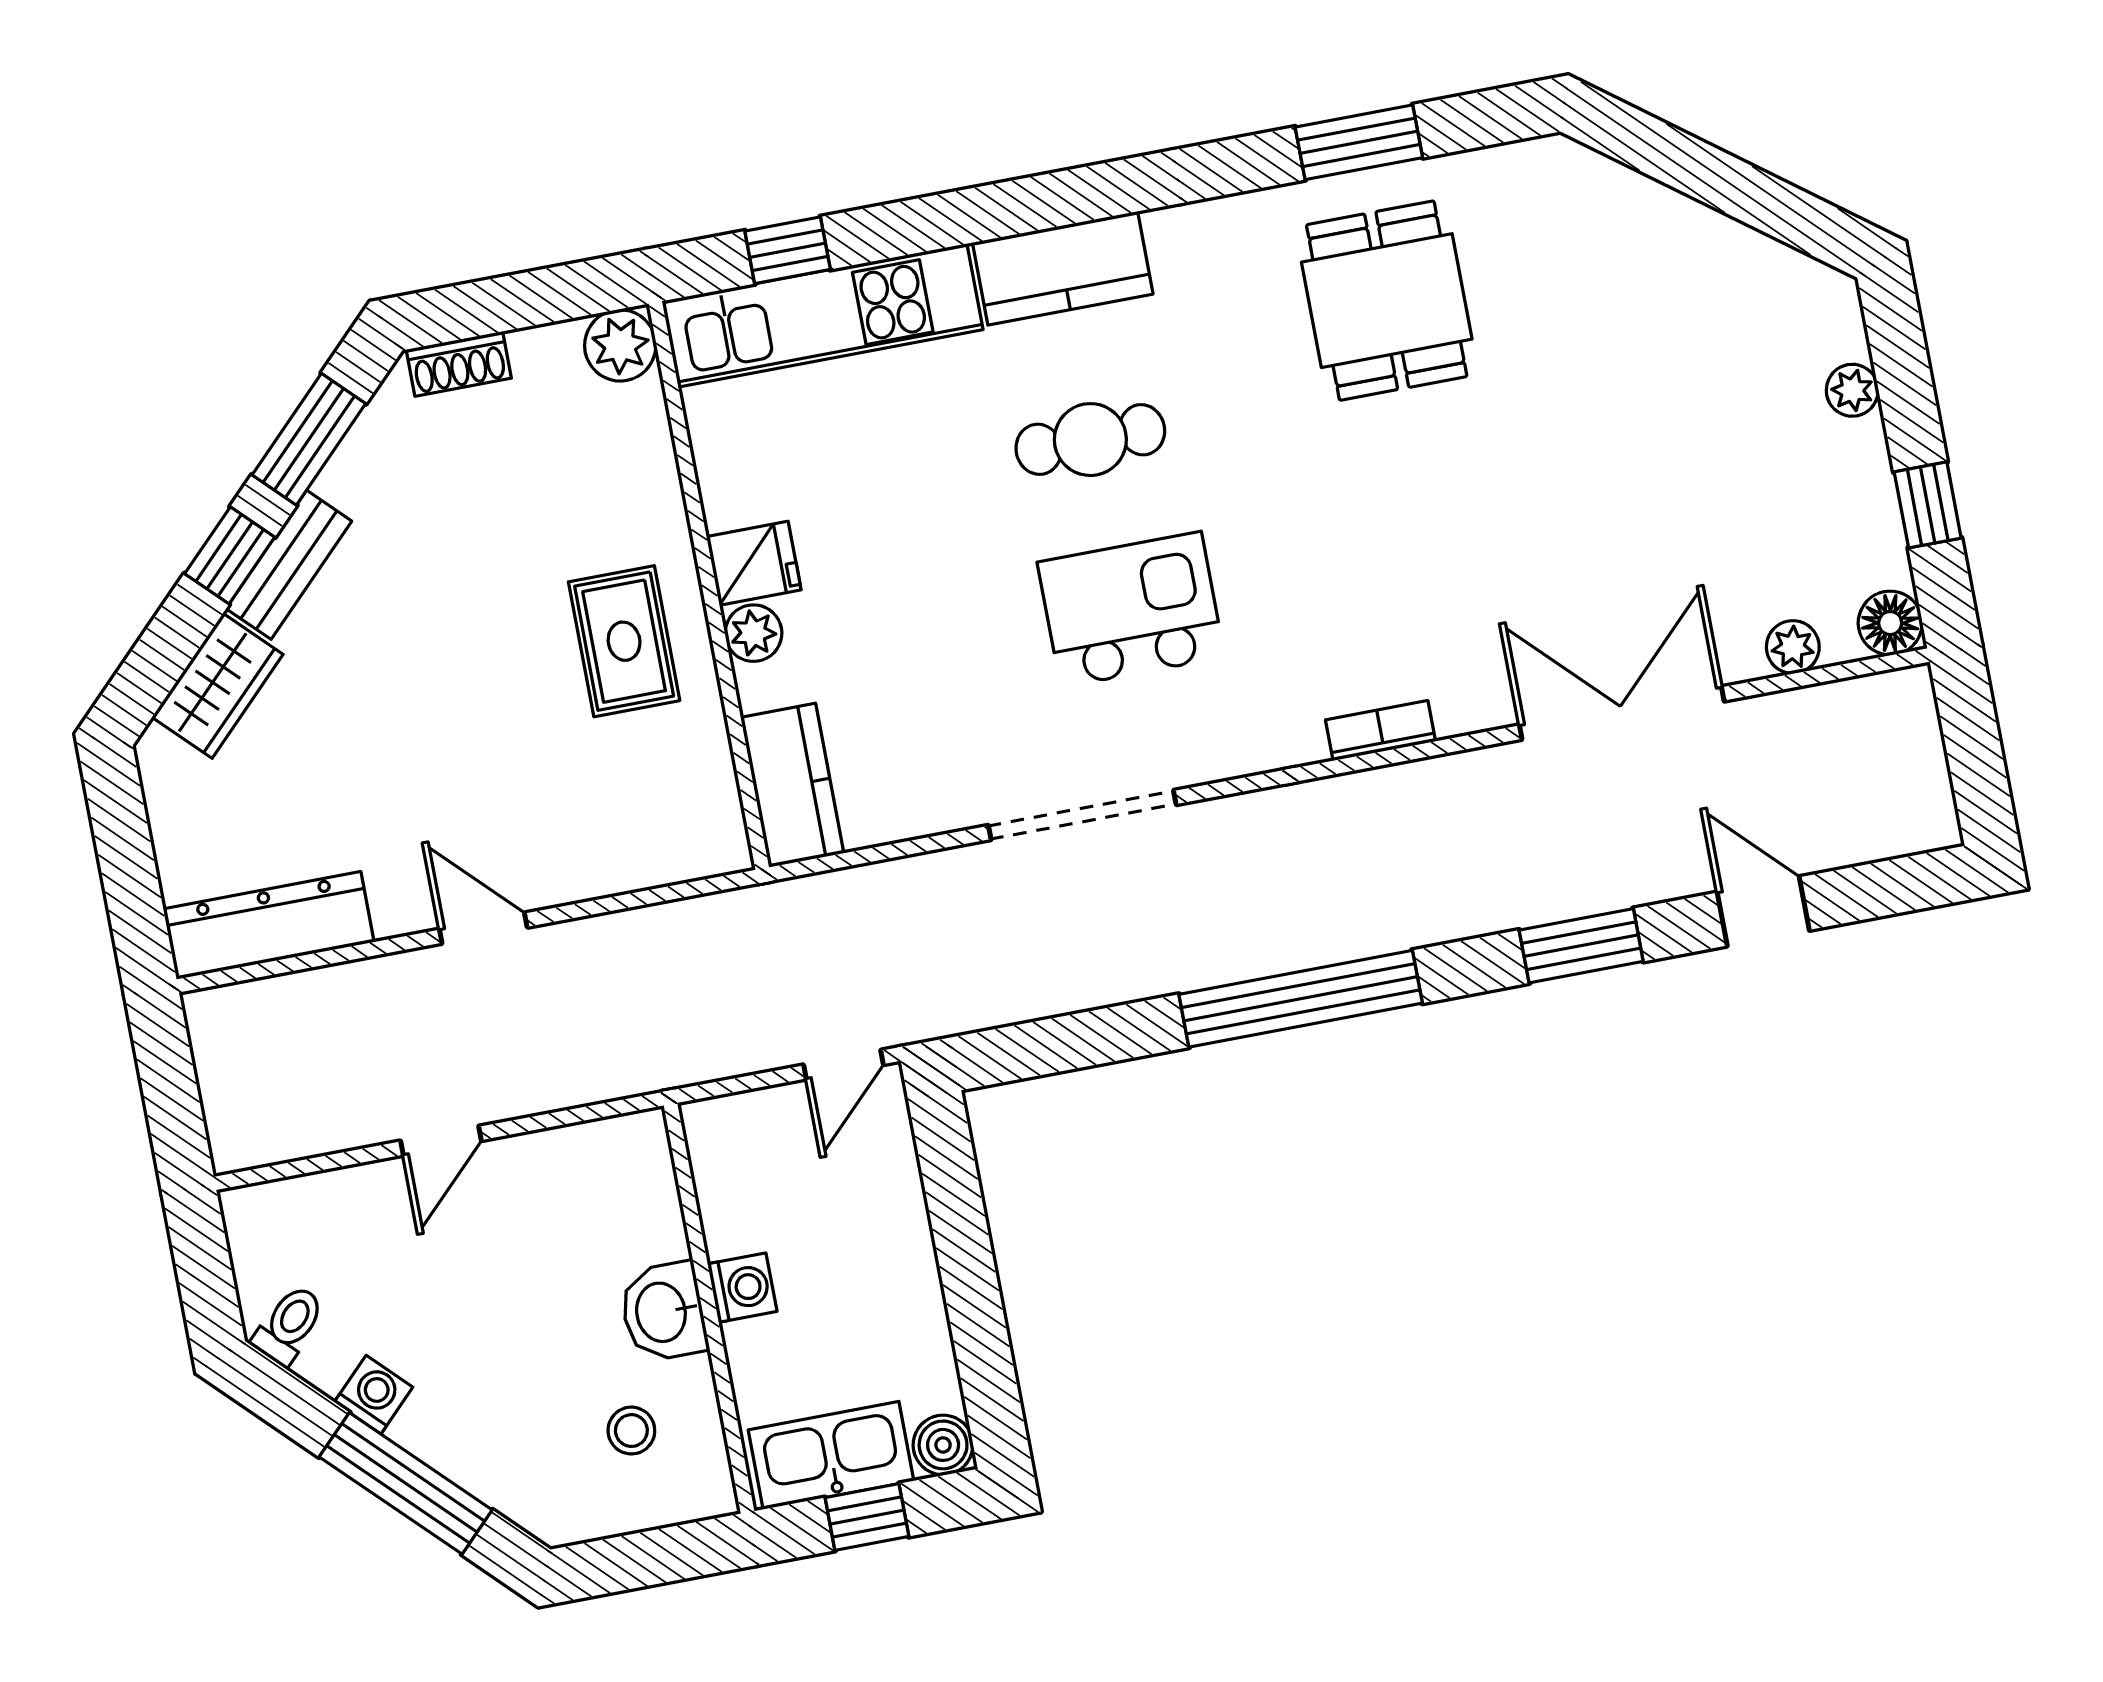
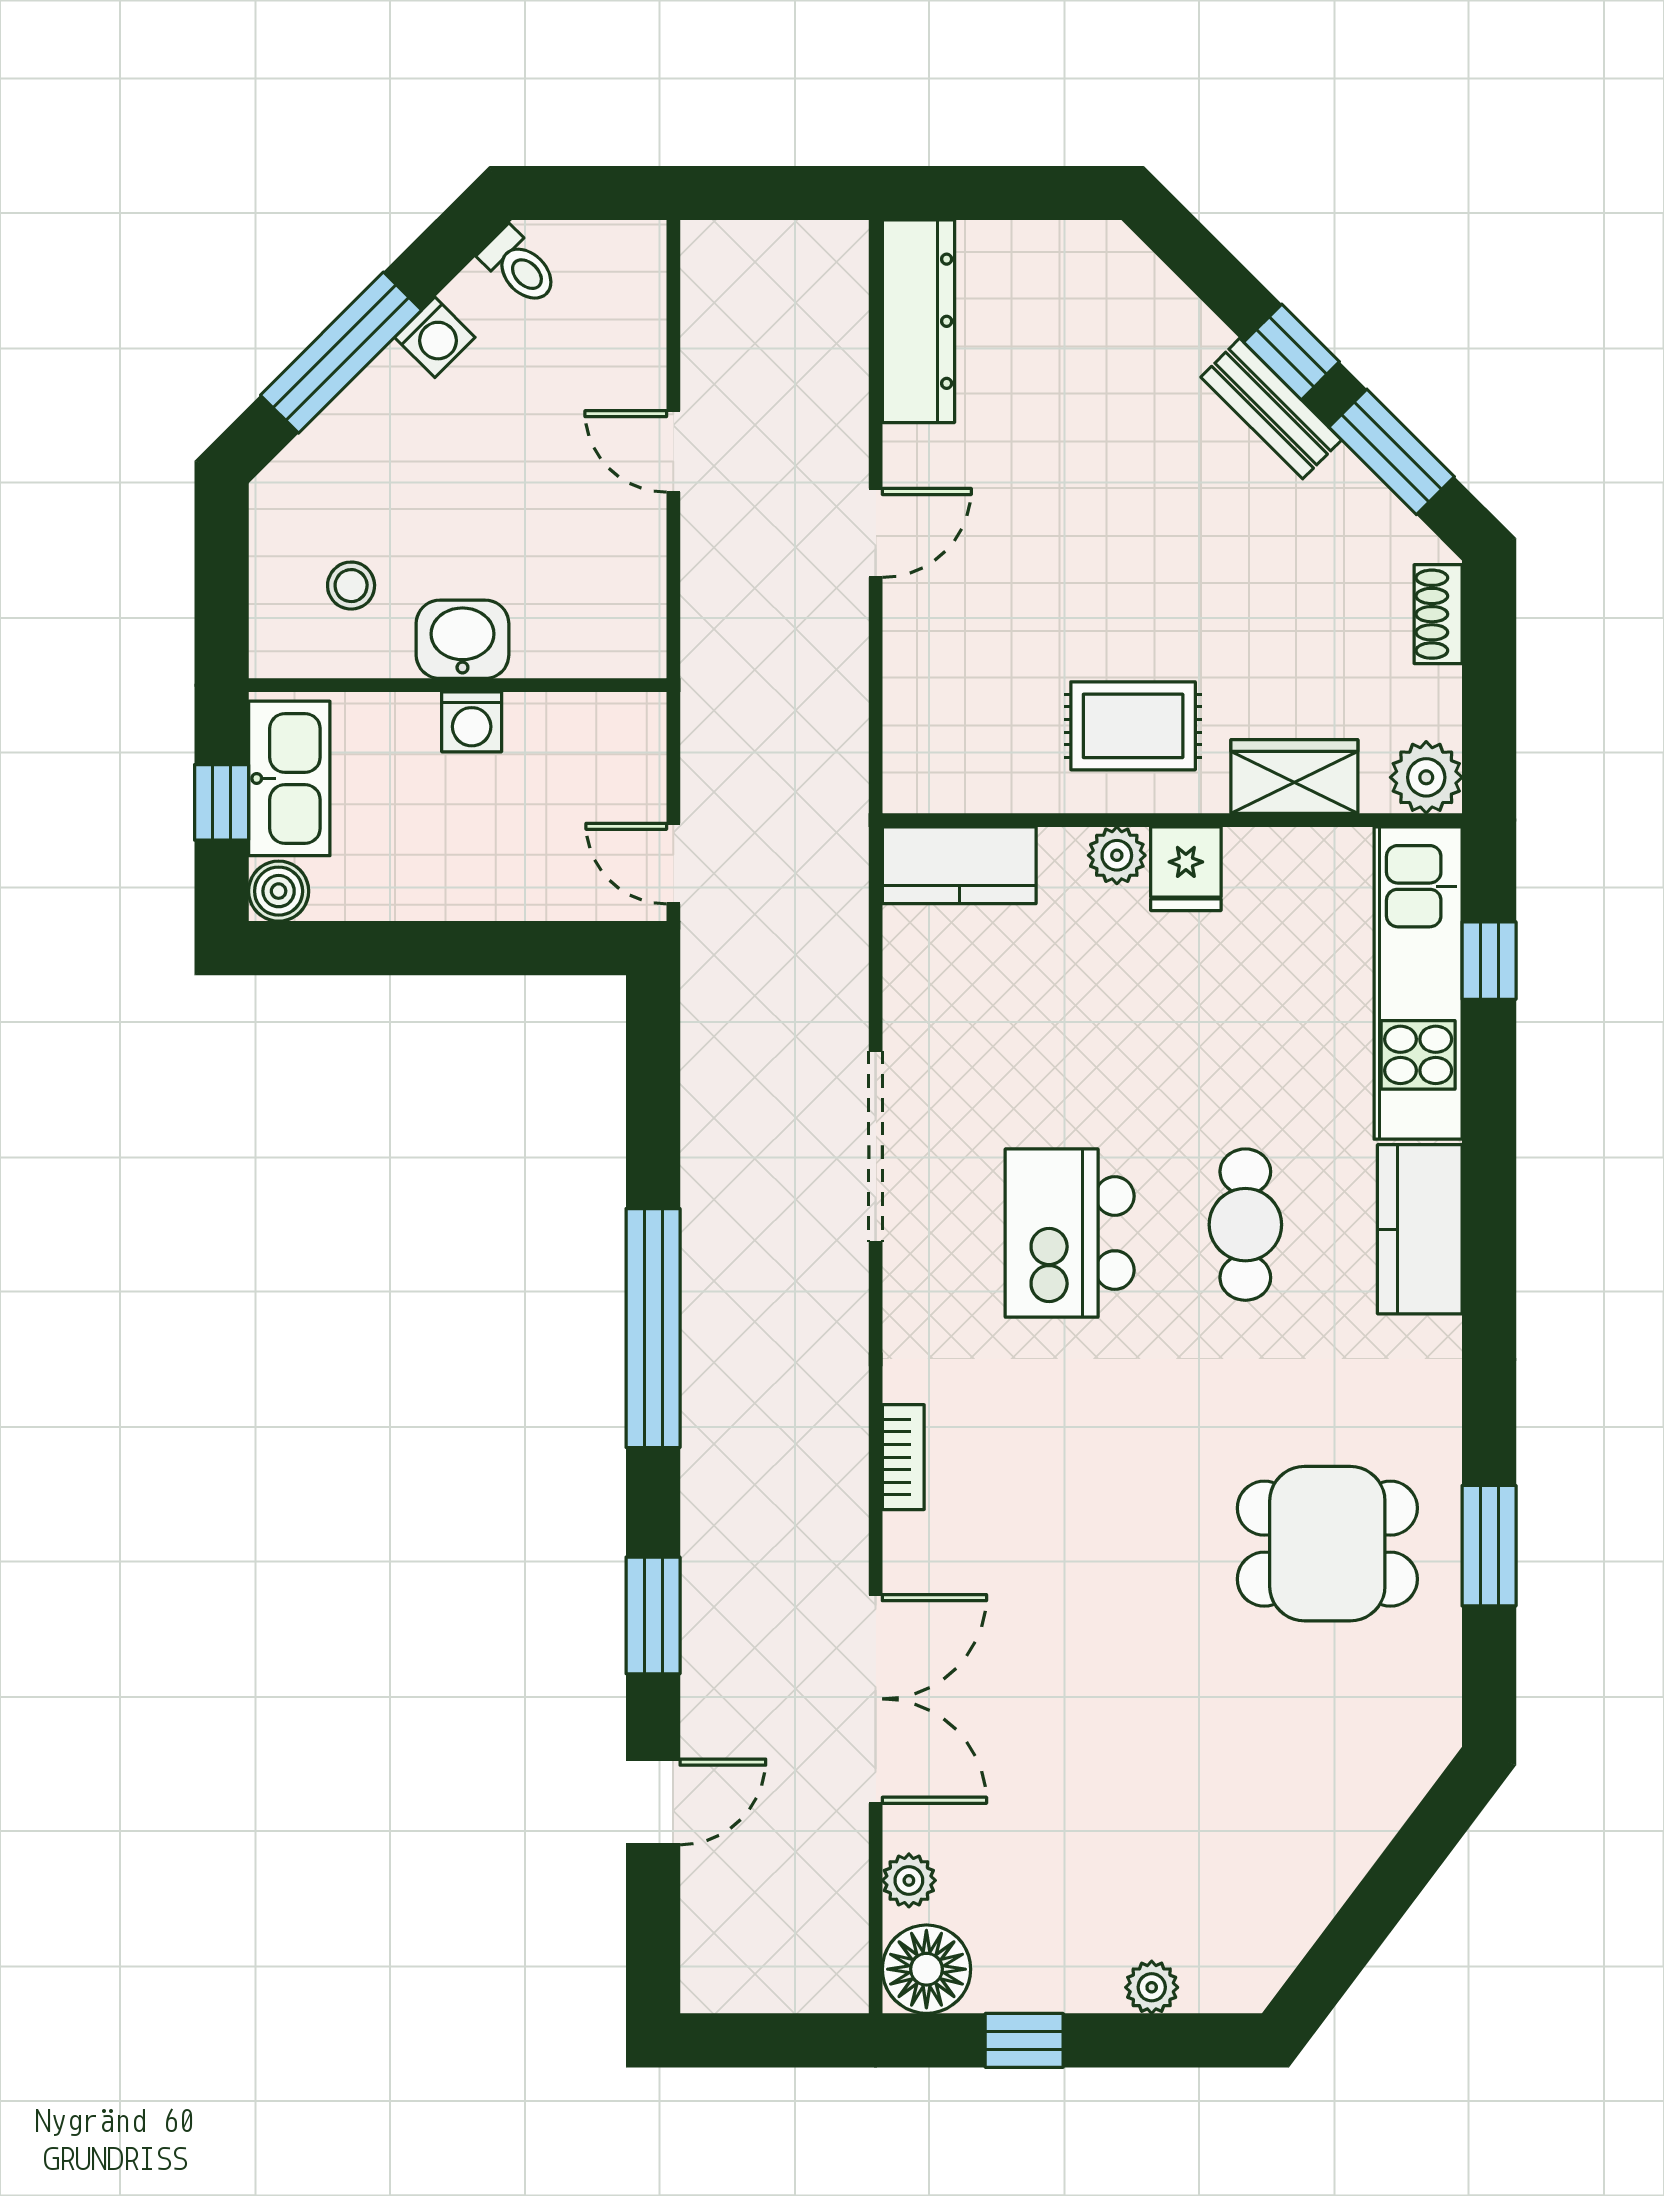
kitchen island: (1131, 609) -> (1070, 1233), turned 180
floor lamp: (1890, 623) -> (926, 1969), width x1.38, depth x1.38
wardrobe: (217, 686) -> (1294, 776), moved, turned 135

